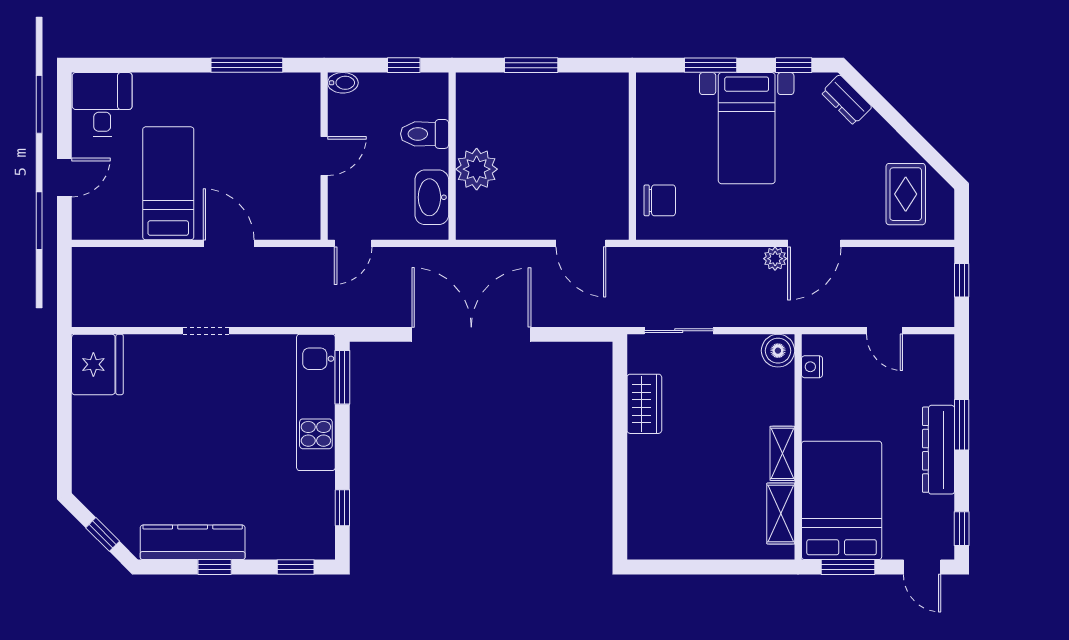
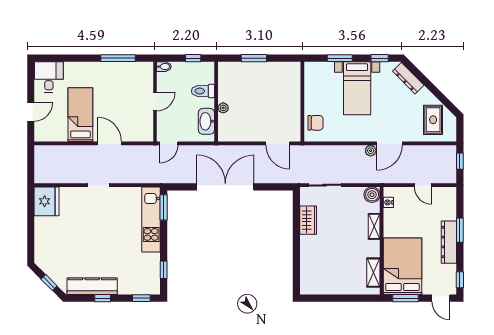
dresser: (847, 100) -> (408, 78), width x1.44
plant: (477, 169) -> (223, 108), width x0.53, depth x0.53
shelving: (782, 453) -> (374, 226), moved

